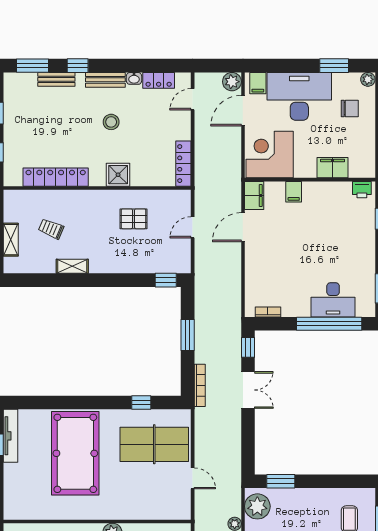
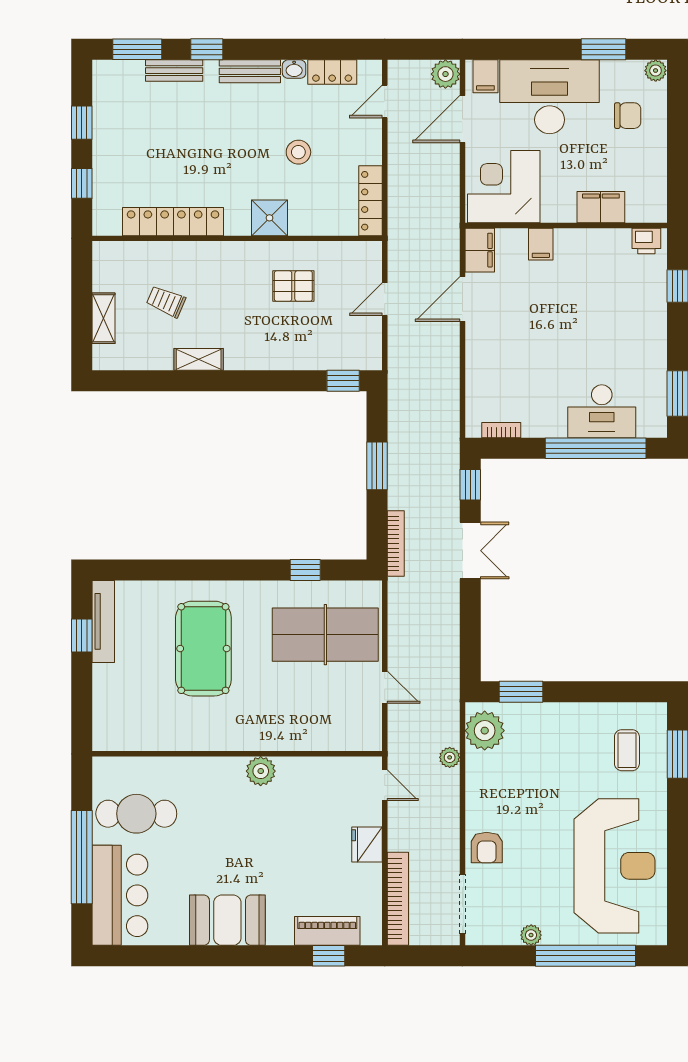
stool: (111, 122) -> (298, 152), moved
pool table: (75, 453) -> (203, 649), width x0.73, depth x0.76

